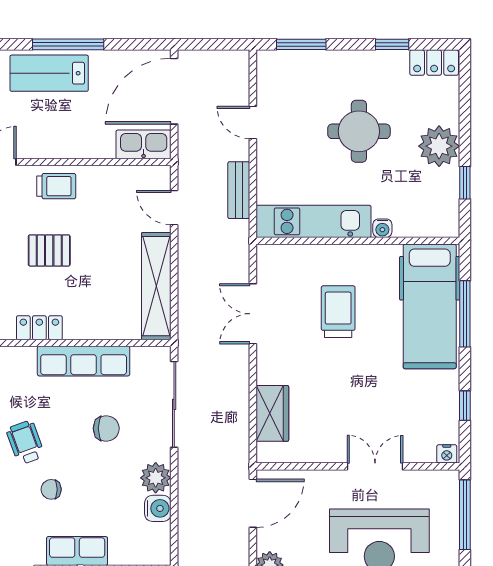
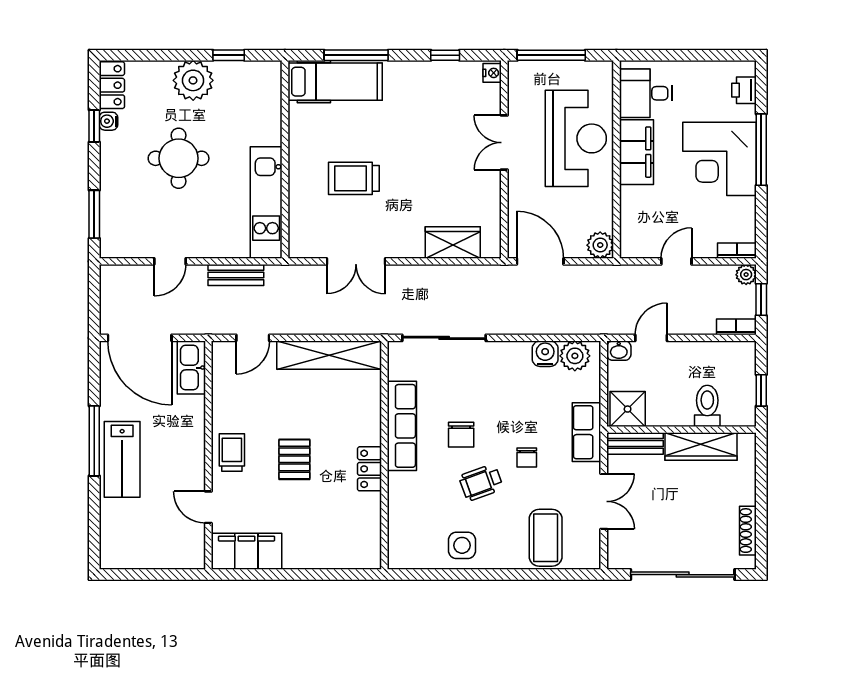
water cooler: (382, 228) -> (108, 121), moved, turned 180
hospital bed: (430, 306) -> (335, 82), width x0.73, depth x0.78
chair: (106, 428) -> (461, 435), moved, turned 180
plant: (156, 478) -> (575, 356), moved

